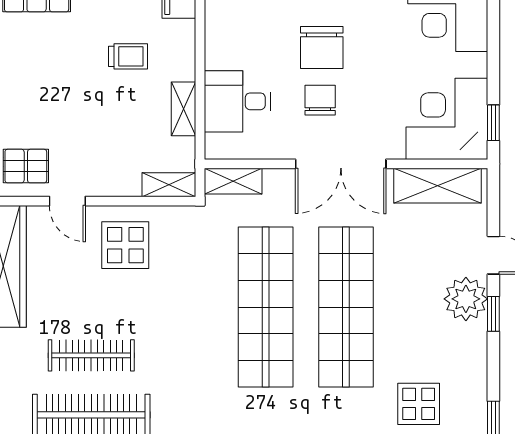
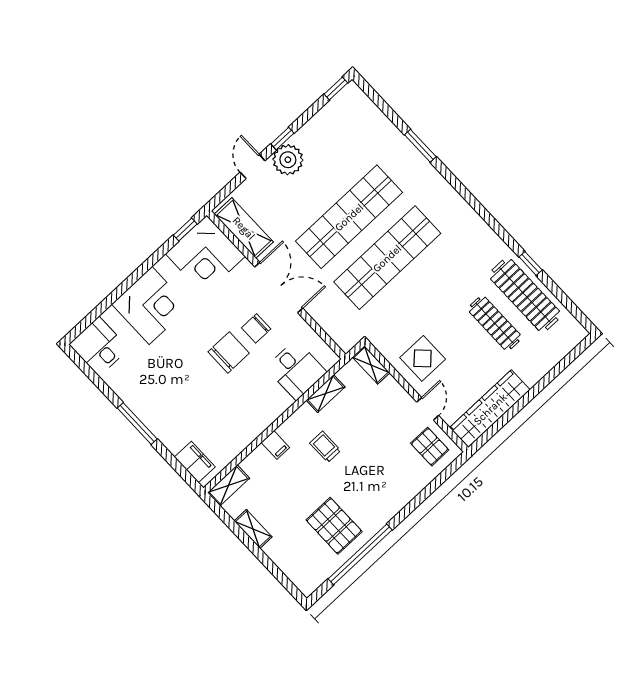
shelving: (233, 181) -> (339, 334), removed
display table: (419, 404) -> (364, 134), removed

